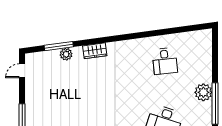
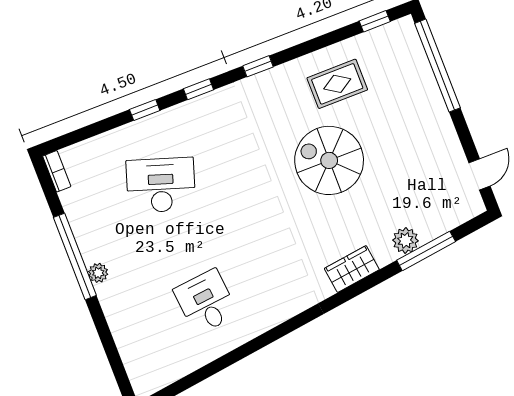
plant: (203, 92) -> (98, 273), width x0.53, depth x0.53
spiral stairs: (86, 103) -> (329, 160), added

